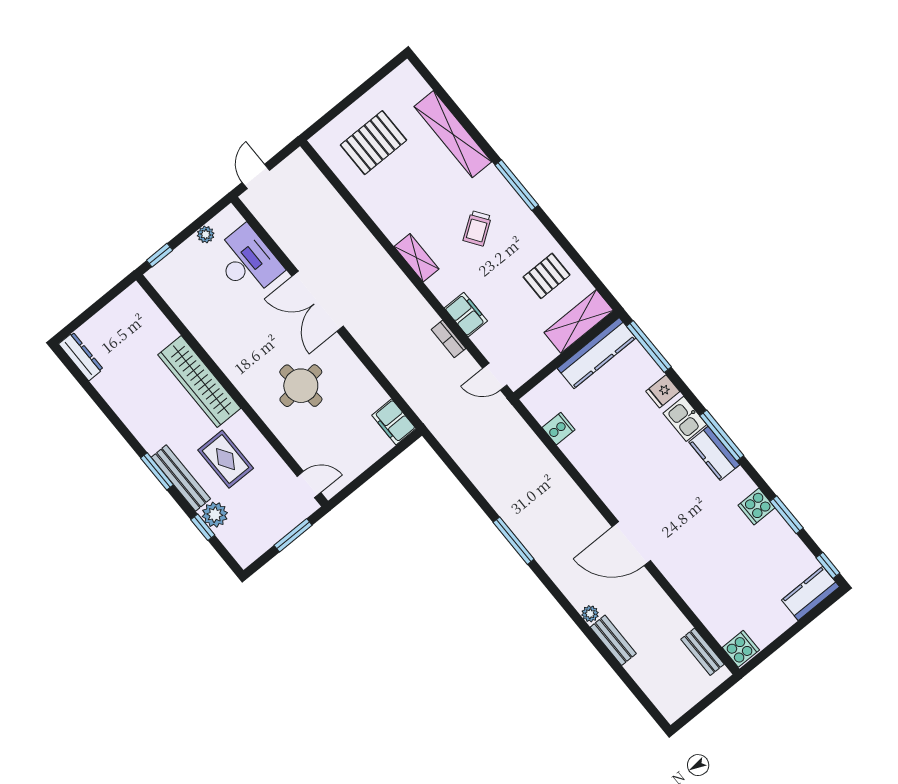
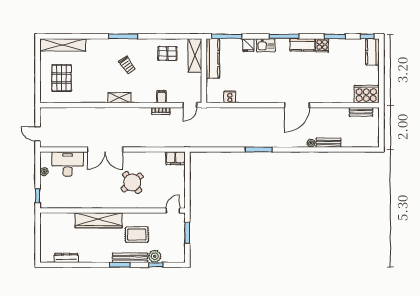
shelving: (453, 134) -> (63, 45), moved
pallet: (547, 276) -> (167, 53), turned 90
filing cabinet: (466, 315) -> (161, 97), width x0.50
dresser: (81, 356) -> (66, 258), moved
round table: (301, 386) -> (132, 183), turned -32
kitchen counter: (714, 453) -> (302, 45), moved
cooker: (741, 649) -> (366, 94), width x1.87, depth x1.31

